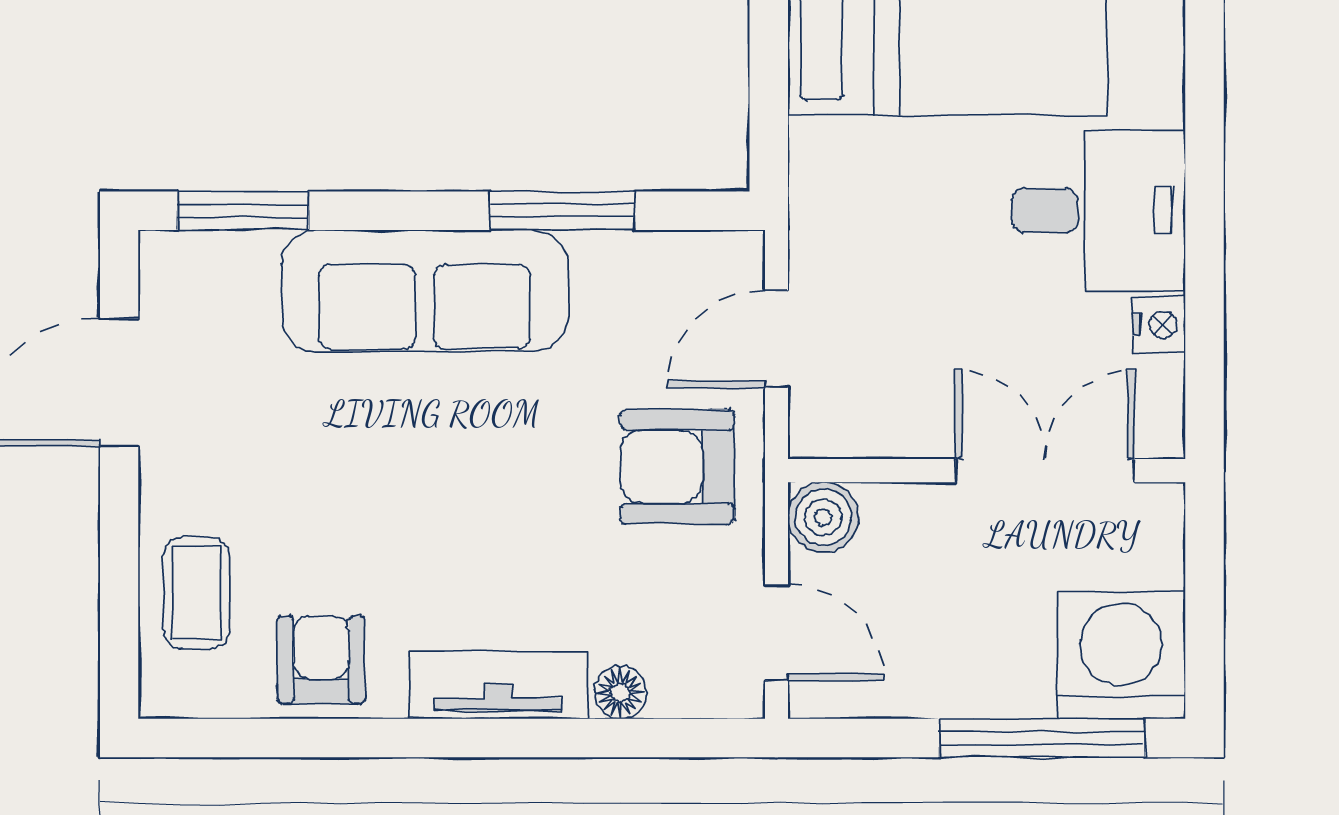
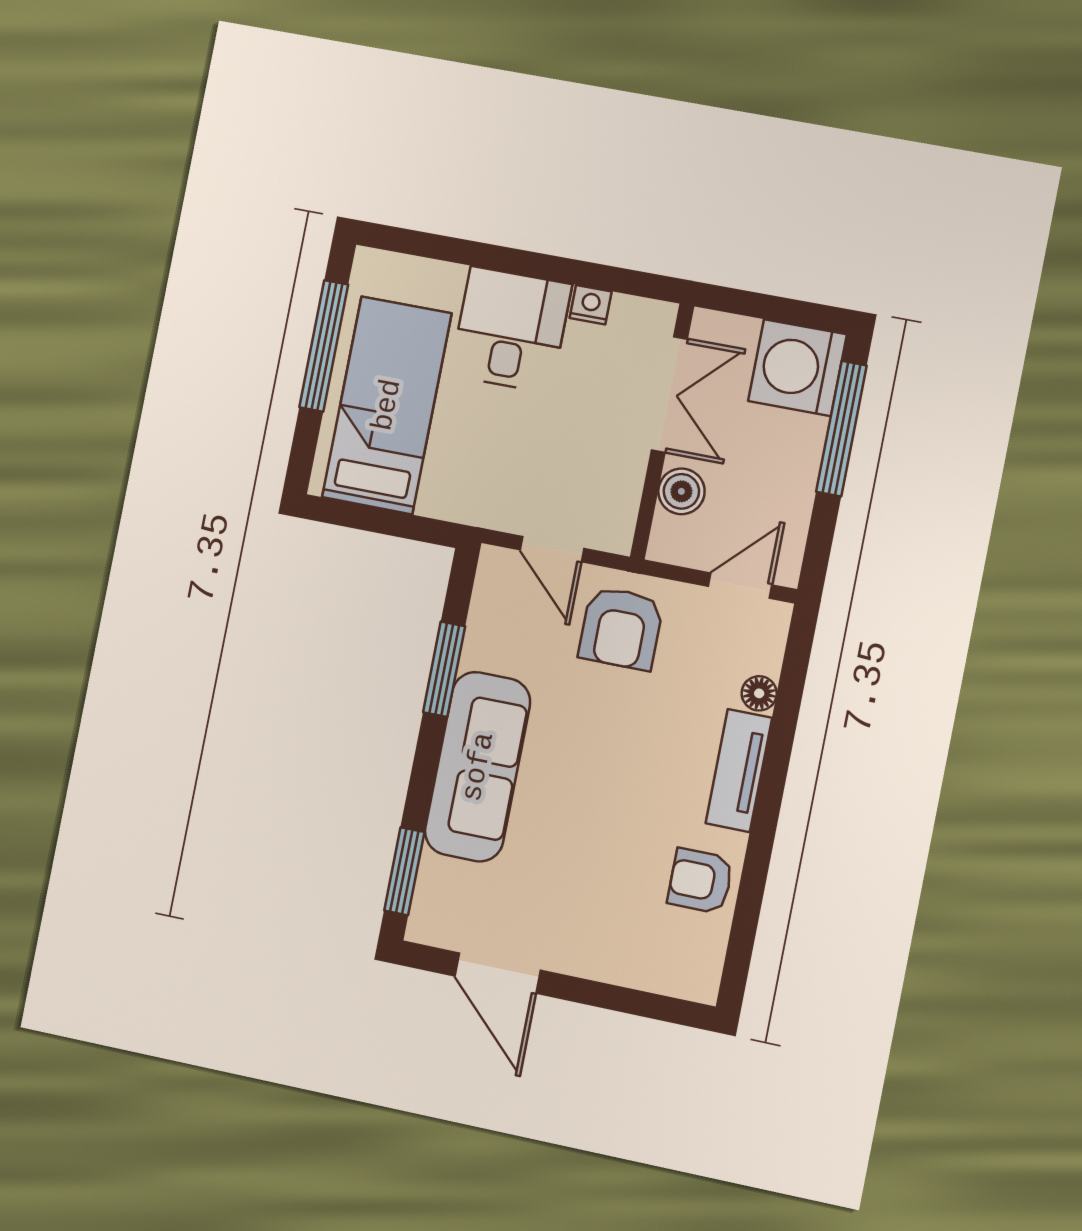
double door: (1045, 471) -> (669, 394), swing flipped
boiler: (823, 517) -> (681, 491), moved
coffee table: (196, 593) -> (642, 952), removed

